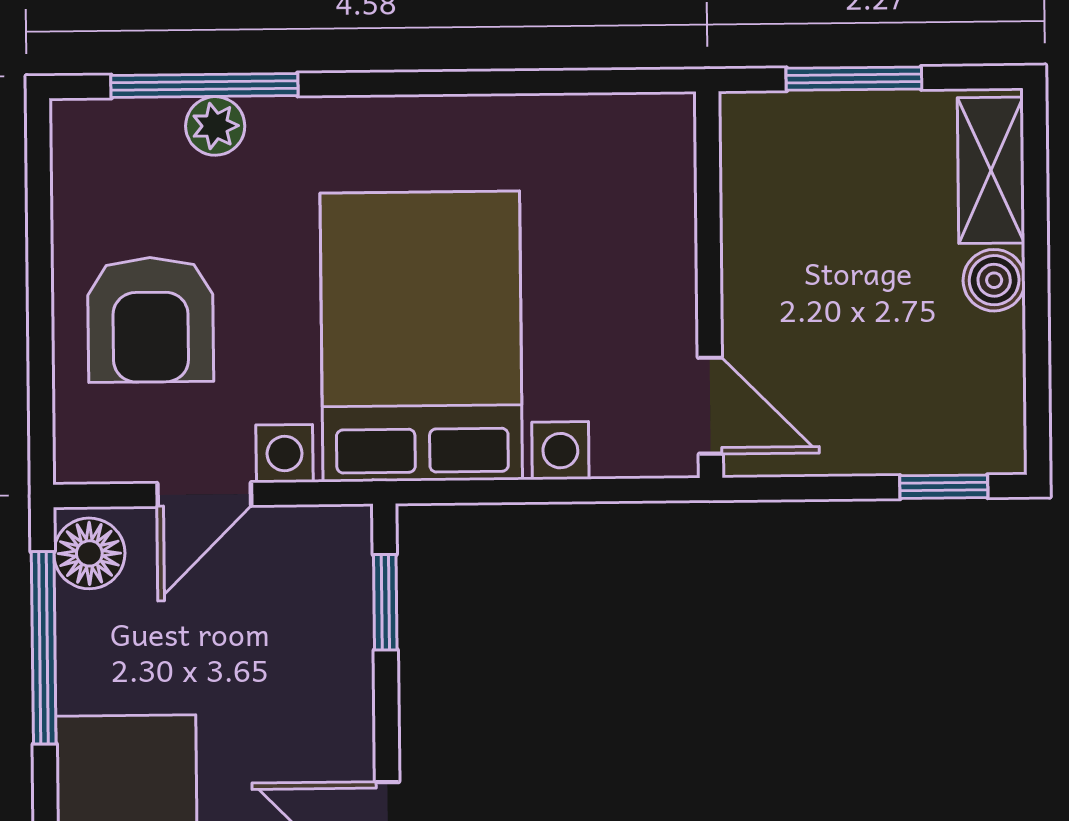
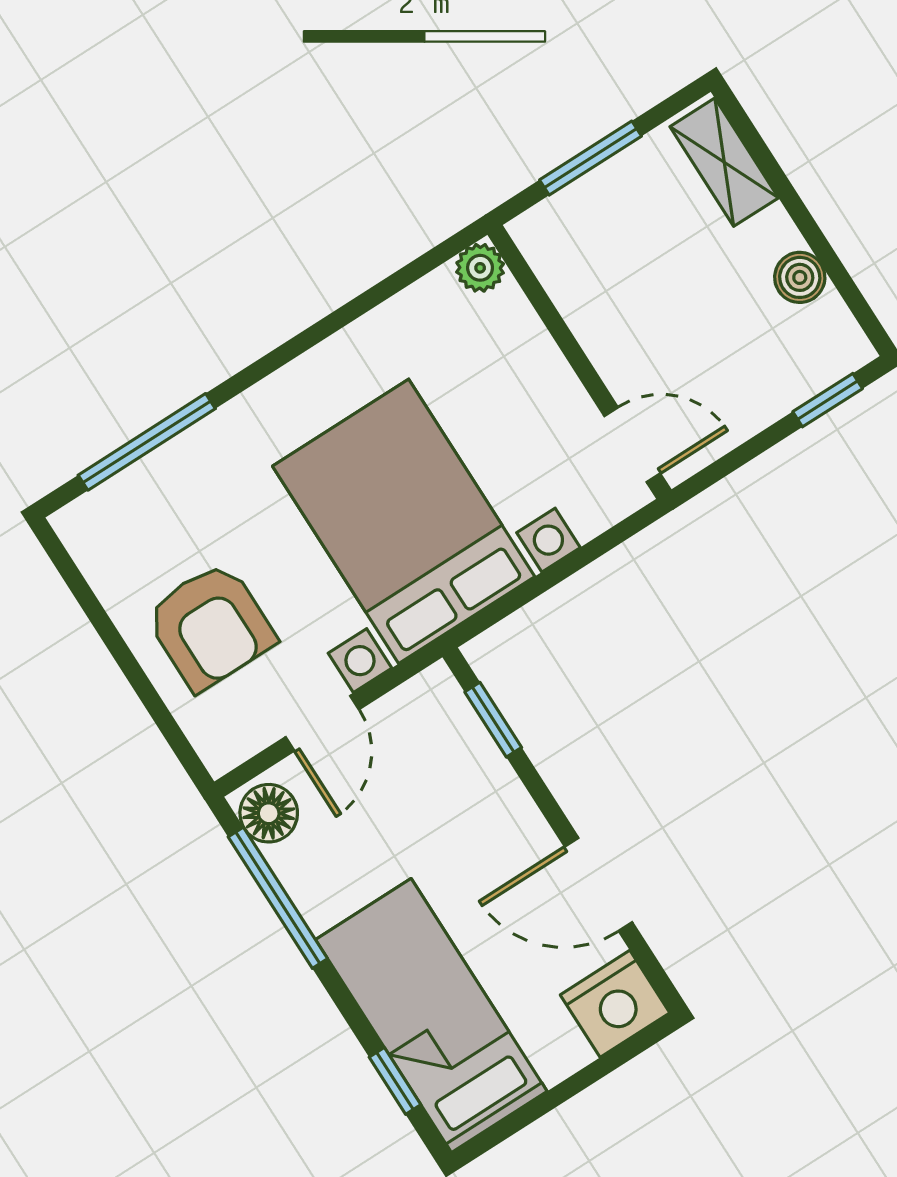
plant: (215, 126) -> (480, 268), moved
boiler: (994, 280) -> (800, 277), moved

